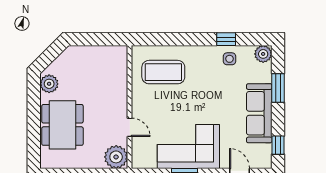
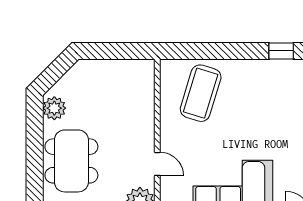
side table: (229, 59) -> (285, 76), removed
coffee table: (163, 72) -> (201, 93), turned -73

